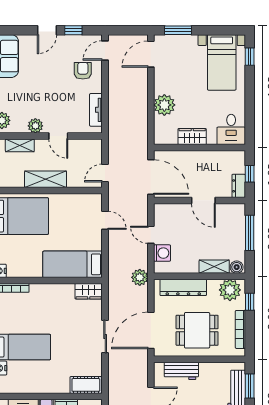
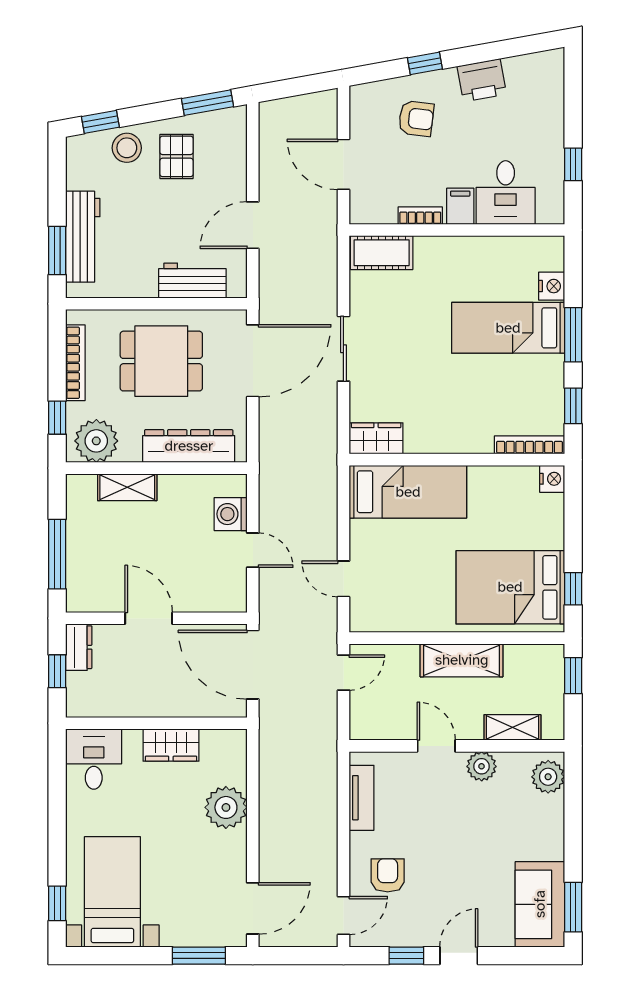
armchair: (83, 71) -> (388, 875), turned 180
boiler: (237, 267) -> (83, 486), removed
plant: (140, 277) -> (275, 466), removed

